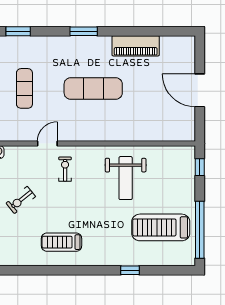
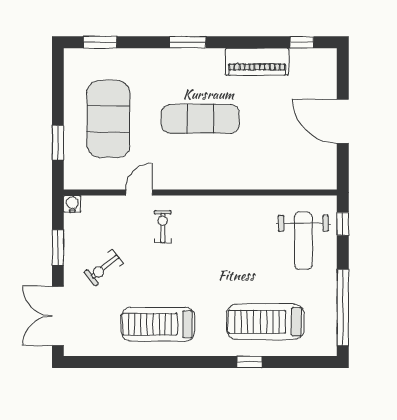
window: (169, 31) -> (302, 42), added
exercise mat: (24, 88) -> (108, 119), width x2.00, depth x1.45
weight bench: (126, 178) -> (303, 241), moved
treadmill: (161, 227) -> (265, 322), moved
treadmill: (62, 242) -> (158, 324), width x1.37, depth x1.38

